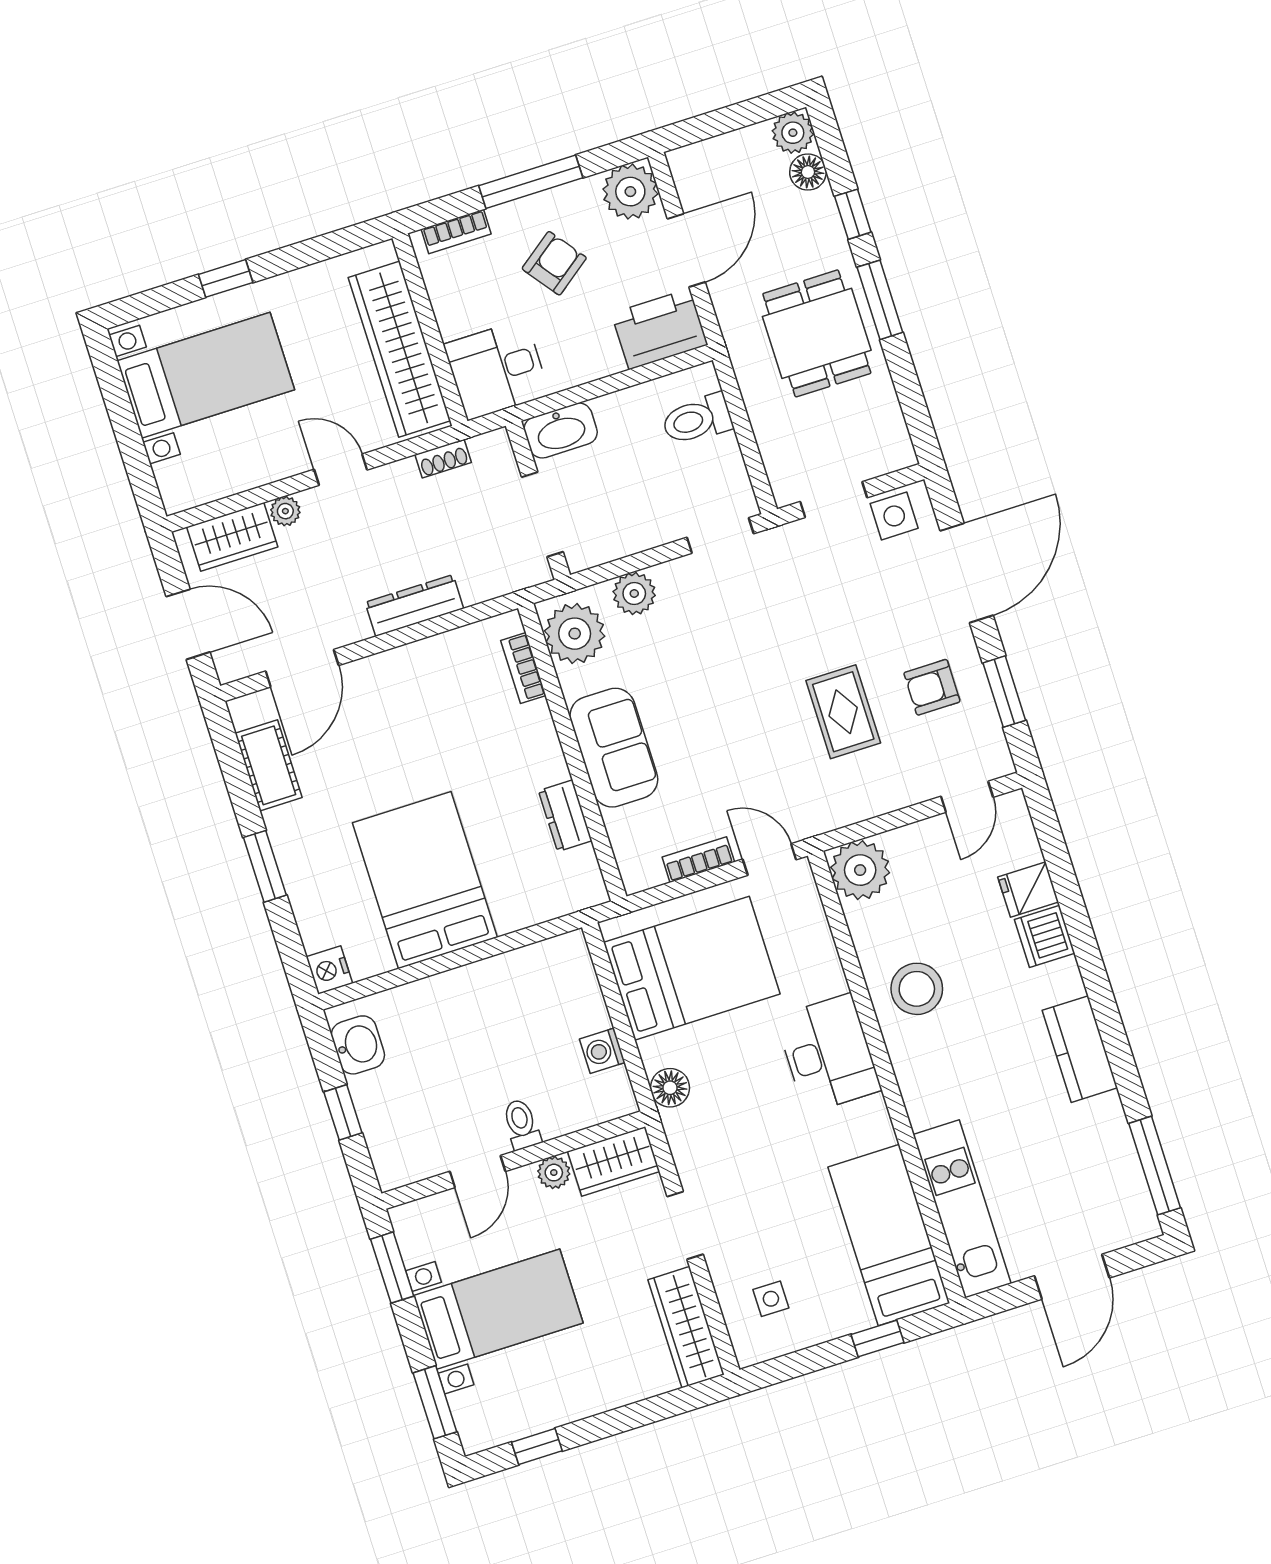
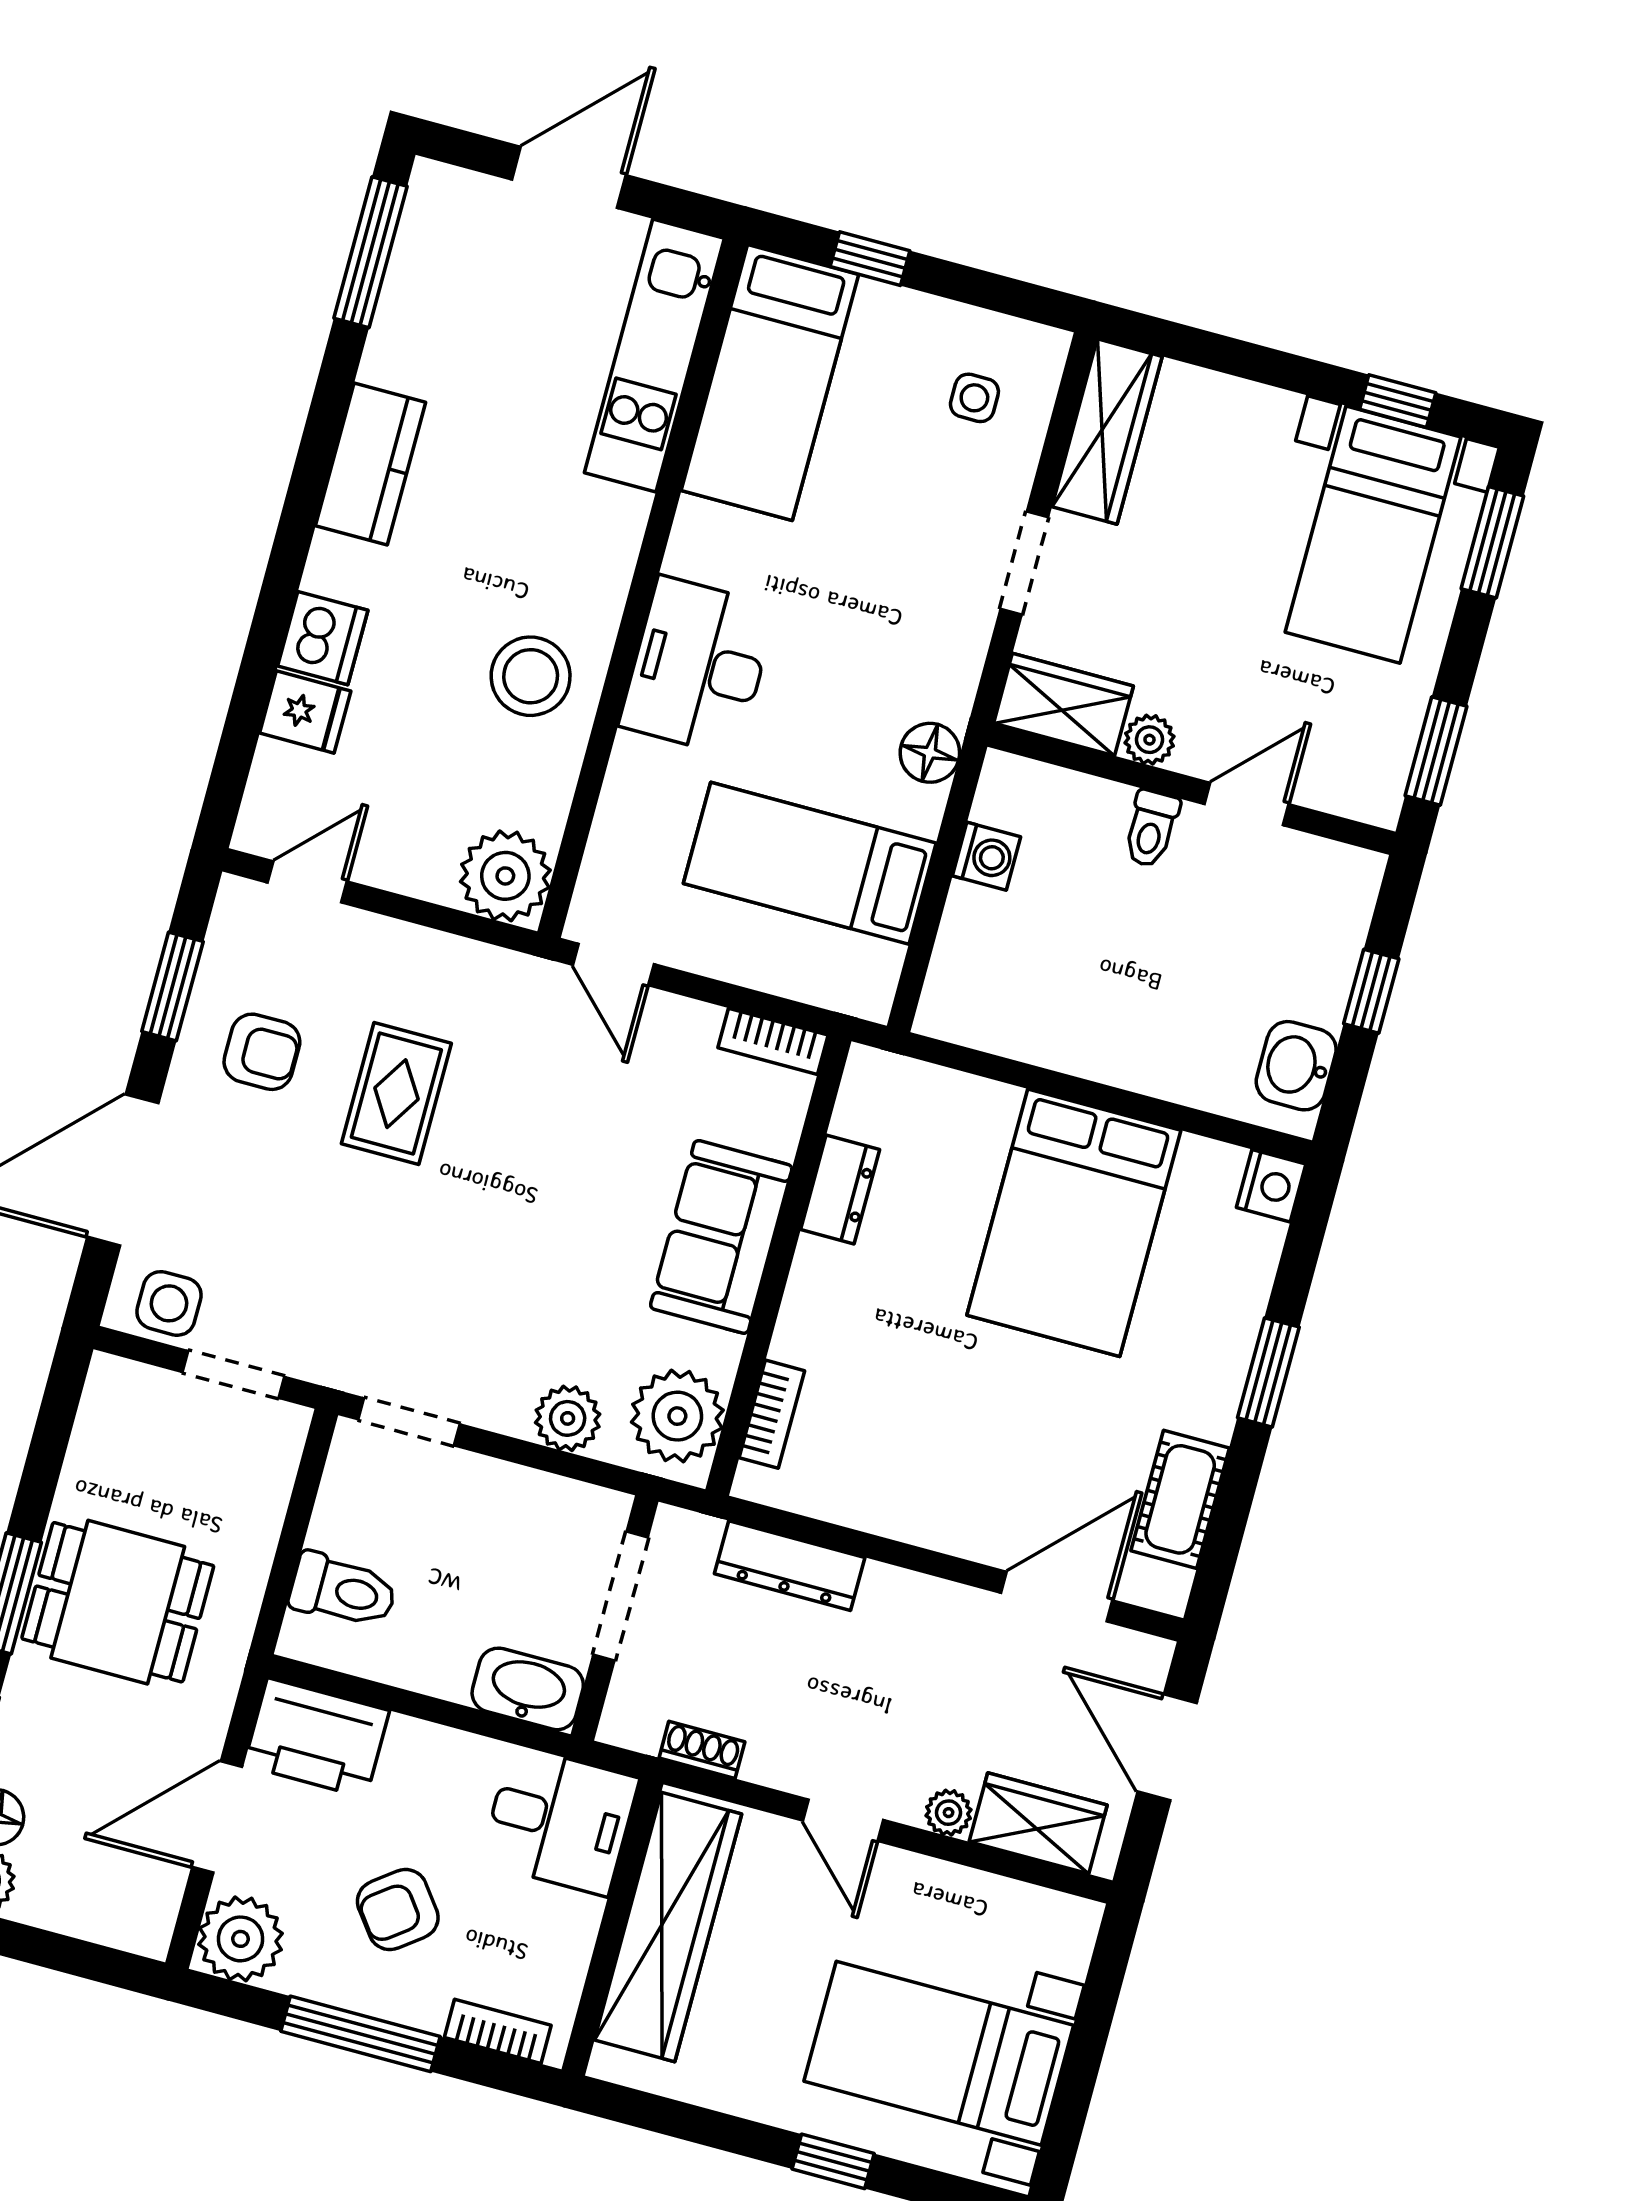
dining table: (817, 333) -> (118, 1602), turned 90
dresser: (414, 605) -> (790, 1566), moved
bookcase: (698, 860) -> (773, 1041), moved
bed: (692, 968) -> (810, 863), width x0.67
bed with nightstands: (498, 1309) -> (1373, 535), moved, turned -90

